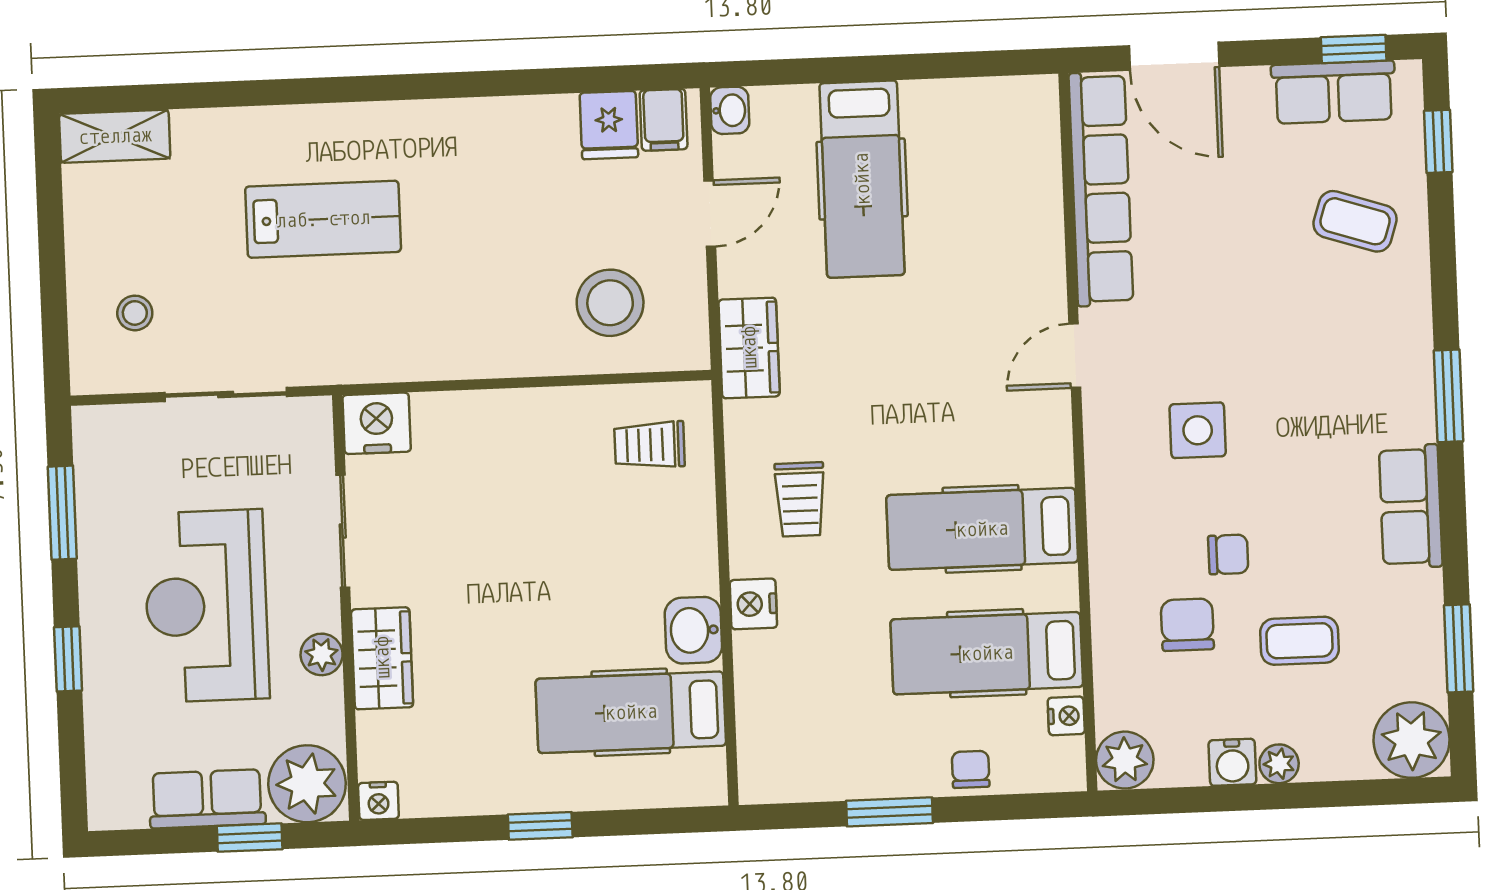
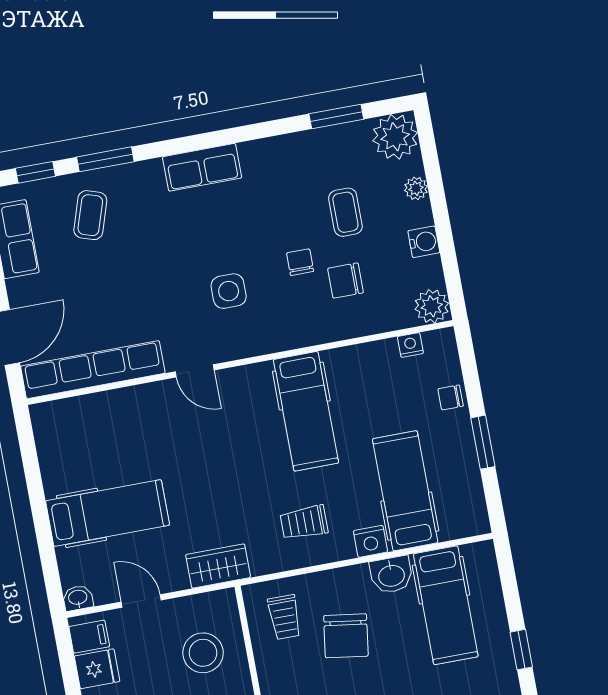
window: (1449, 396) -> (105, 159), moved
trolley: (800, 499) -> (304, 522), turned 180
row of seats: (1411, 506) -> (202, 167), moved
chair: (604, 541) -> (346, 636), added
hospital bed: (987, 653) -> (405, 491), moved, turned 180
plant: (1279, 764) -> (416, 188), moved

